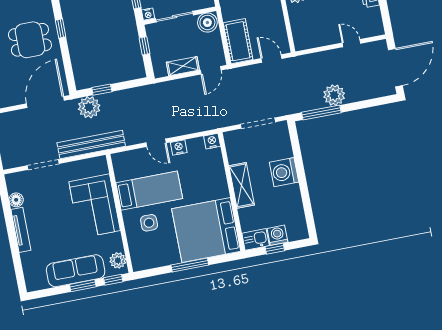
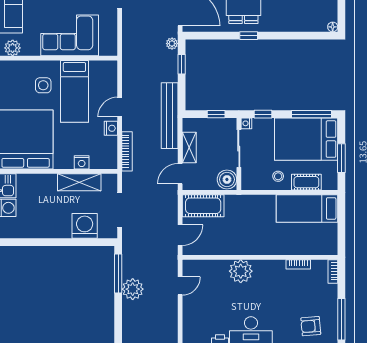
door: (351, 43) -> (180, 286), moved
door: (211, 70) -> (180, 174), hinge flipped
plant: (89, 107) -> (172, 44), width x0.53, depth x0.53
bookcase: (199, 127) -> (127, 151), added
nightstand: (212, 141) -> (82, 162), moved, turned 90
bench: (91, 144) -> (170, 116), moved
washing machine: (284, 172) -> (85, 226), moved
shelving: (242, 185) -> (79, 182), moved

